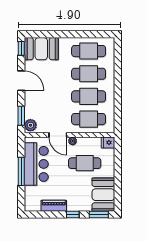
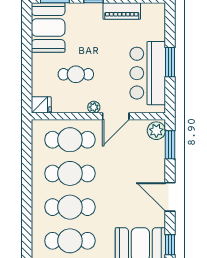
door: (58, 135) -> (116, 116), swing flipped
cafe table: (85, 163) -> (76, 74), width x0.73, depth x0.74
window: (21, 171) -> (170, 62), width x0.69

